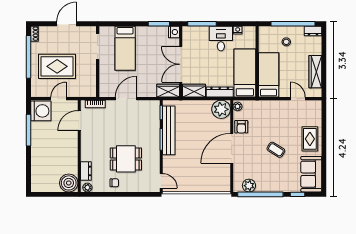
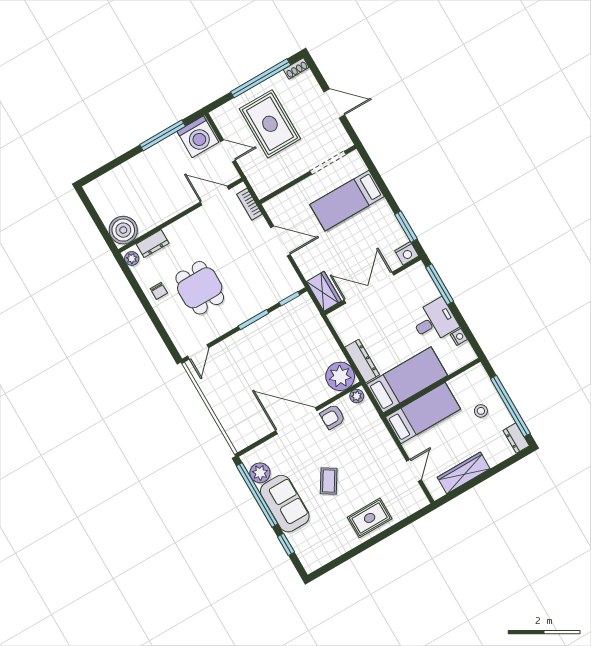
wardrobe: (194, 91) -> (344, 326), removed
bench: (169, 130) -> (271, 323), removed
sofa: (311, 174) -> (285, 504), moved, turned 90

